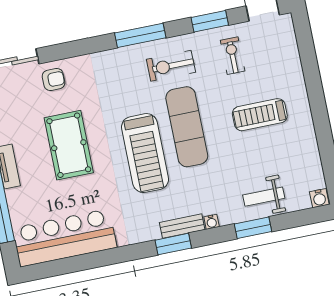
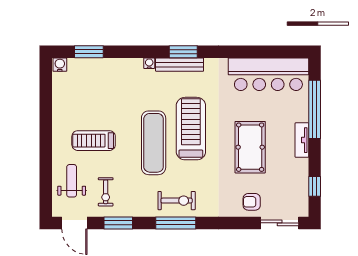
exercise bike: (171, 66) -> (177, 201), moved
treadmill: (260, 115) -> (94, 141), turned 180
weight bench: (264, 197) -> (72, 181), moved, turned -90
bench: (182, 226) -> (180, 65), width x1.36
window: (253, 228) -> (89, 52), moved

